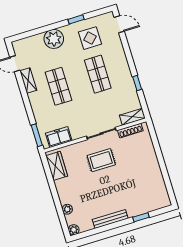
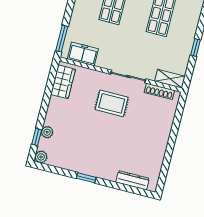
dresser: (150, 206) -> (132, 180), added
window: (62, 217) -> (37, 137), added
window: (141, 217) -> (86, 178), moved
bench: (110, 219) -> (85, 168), removed

